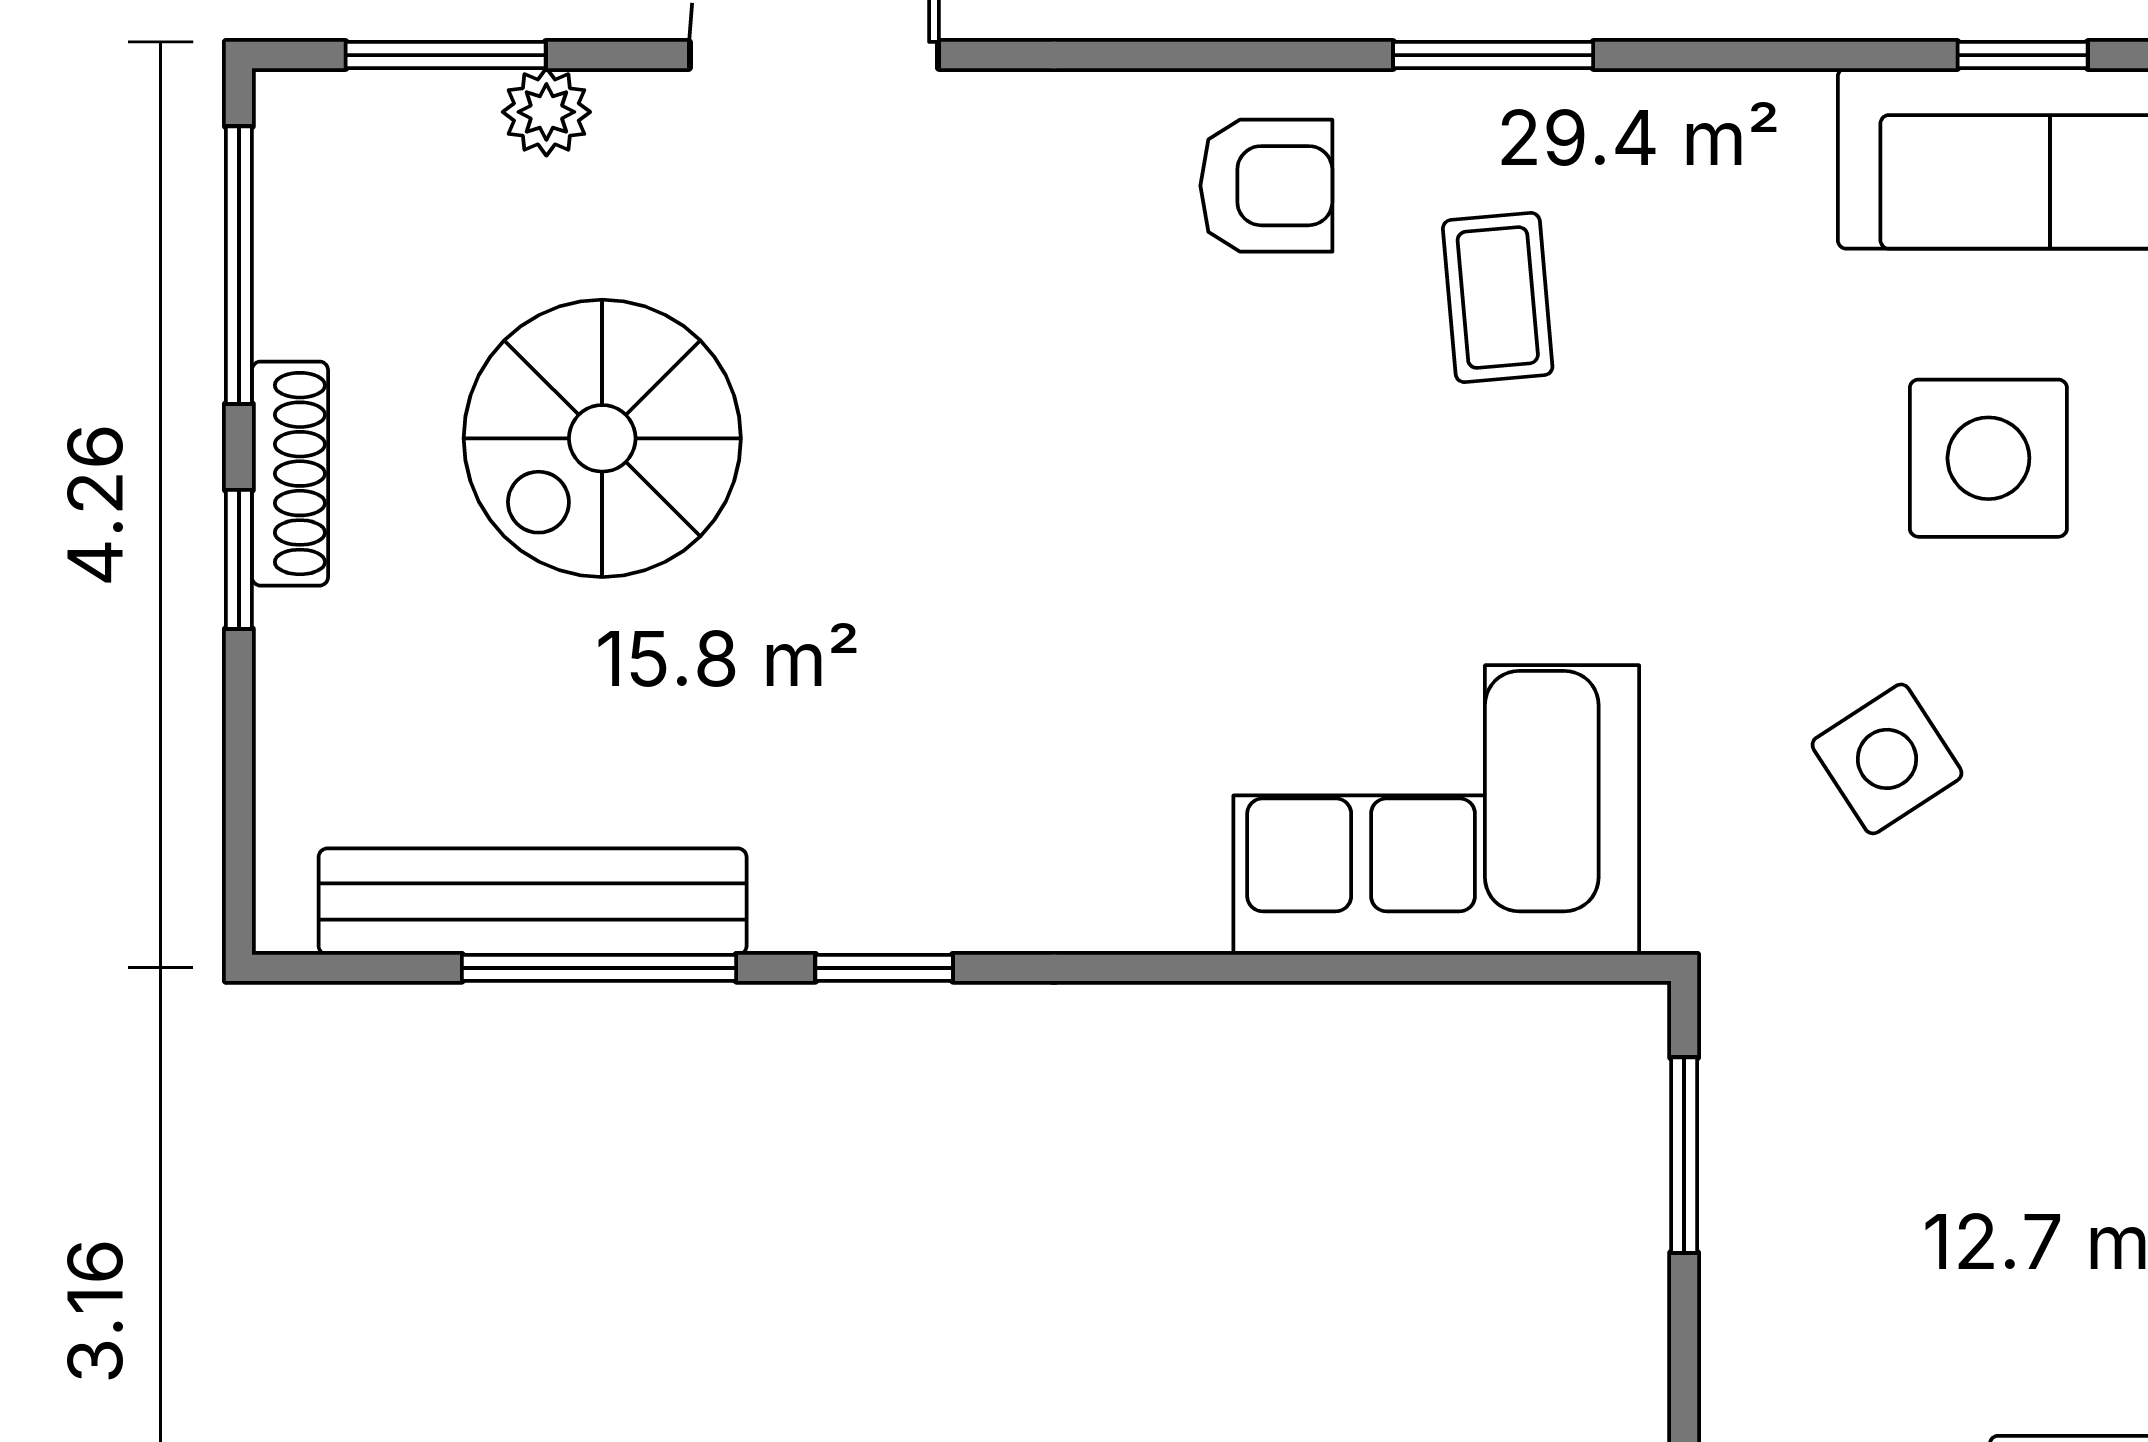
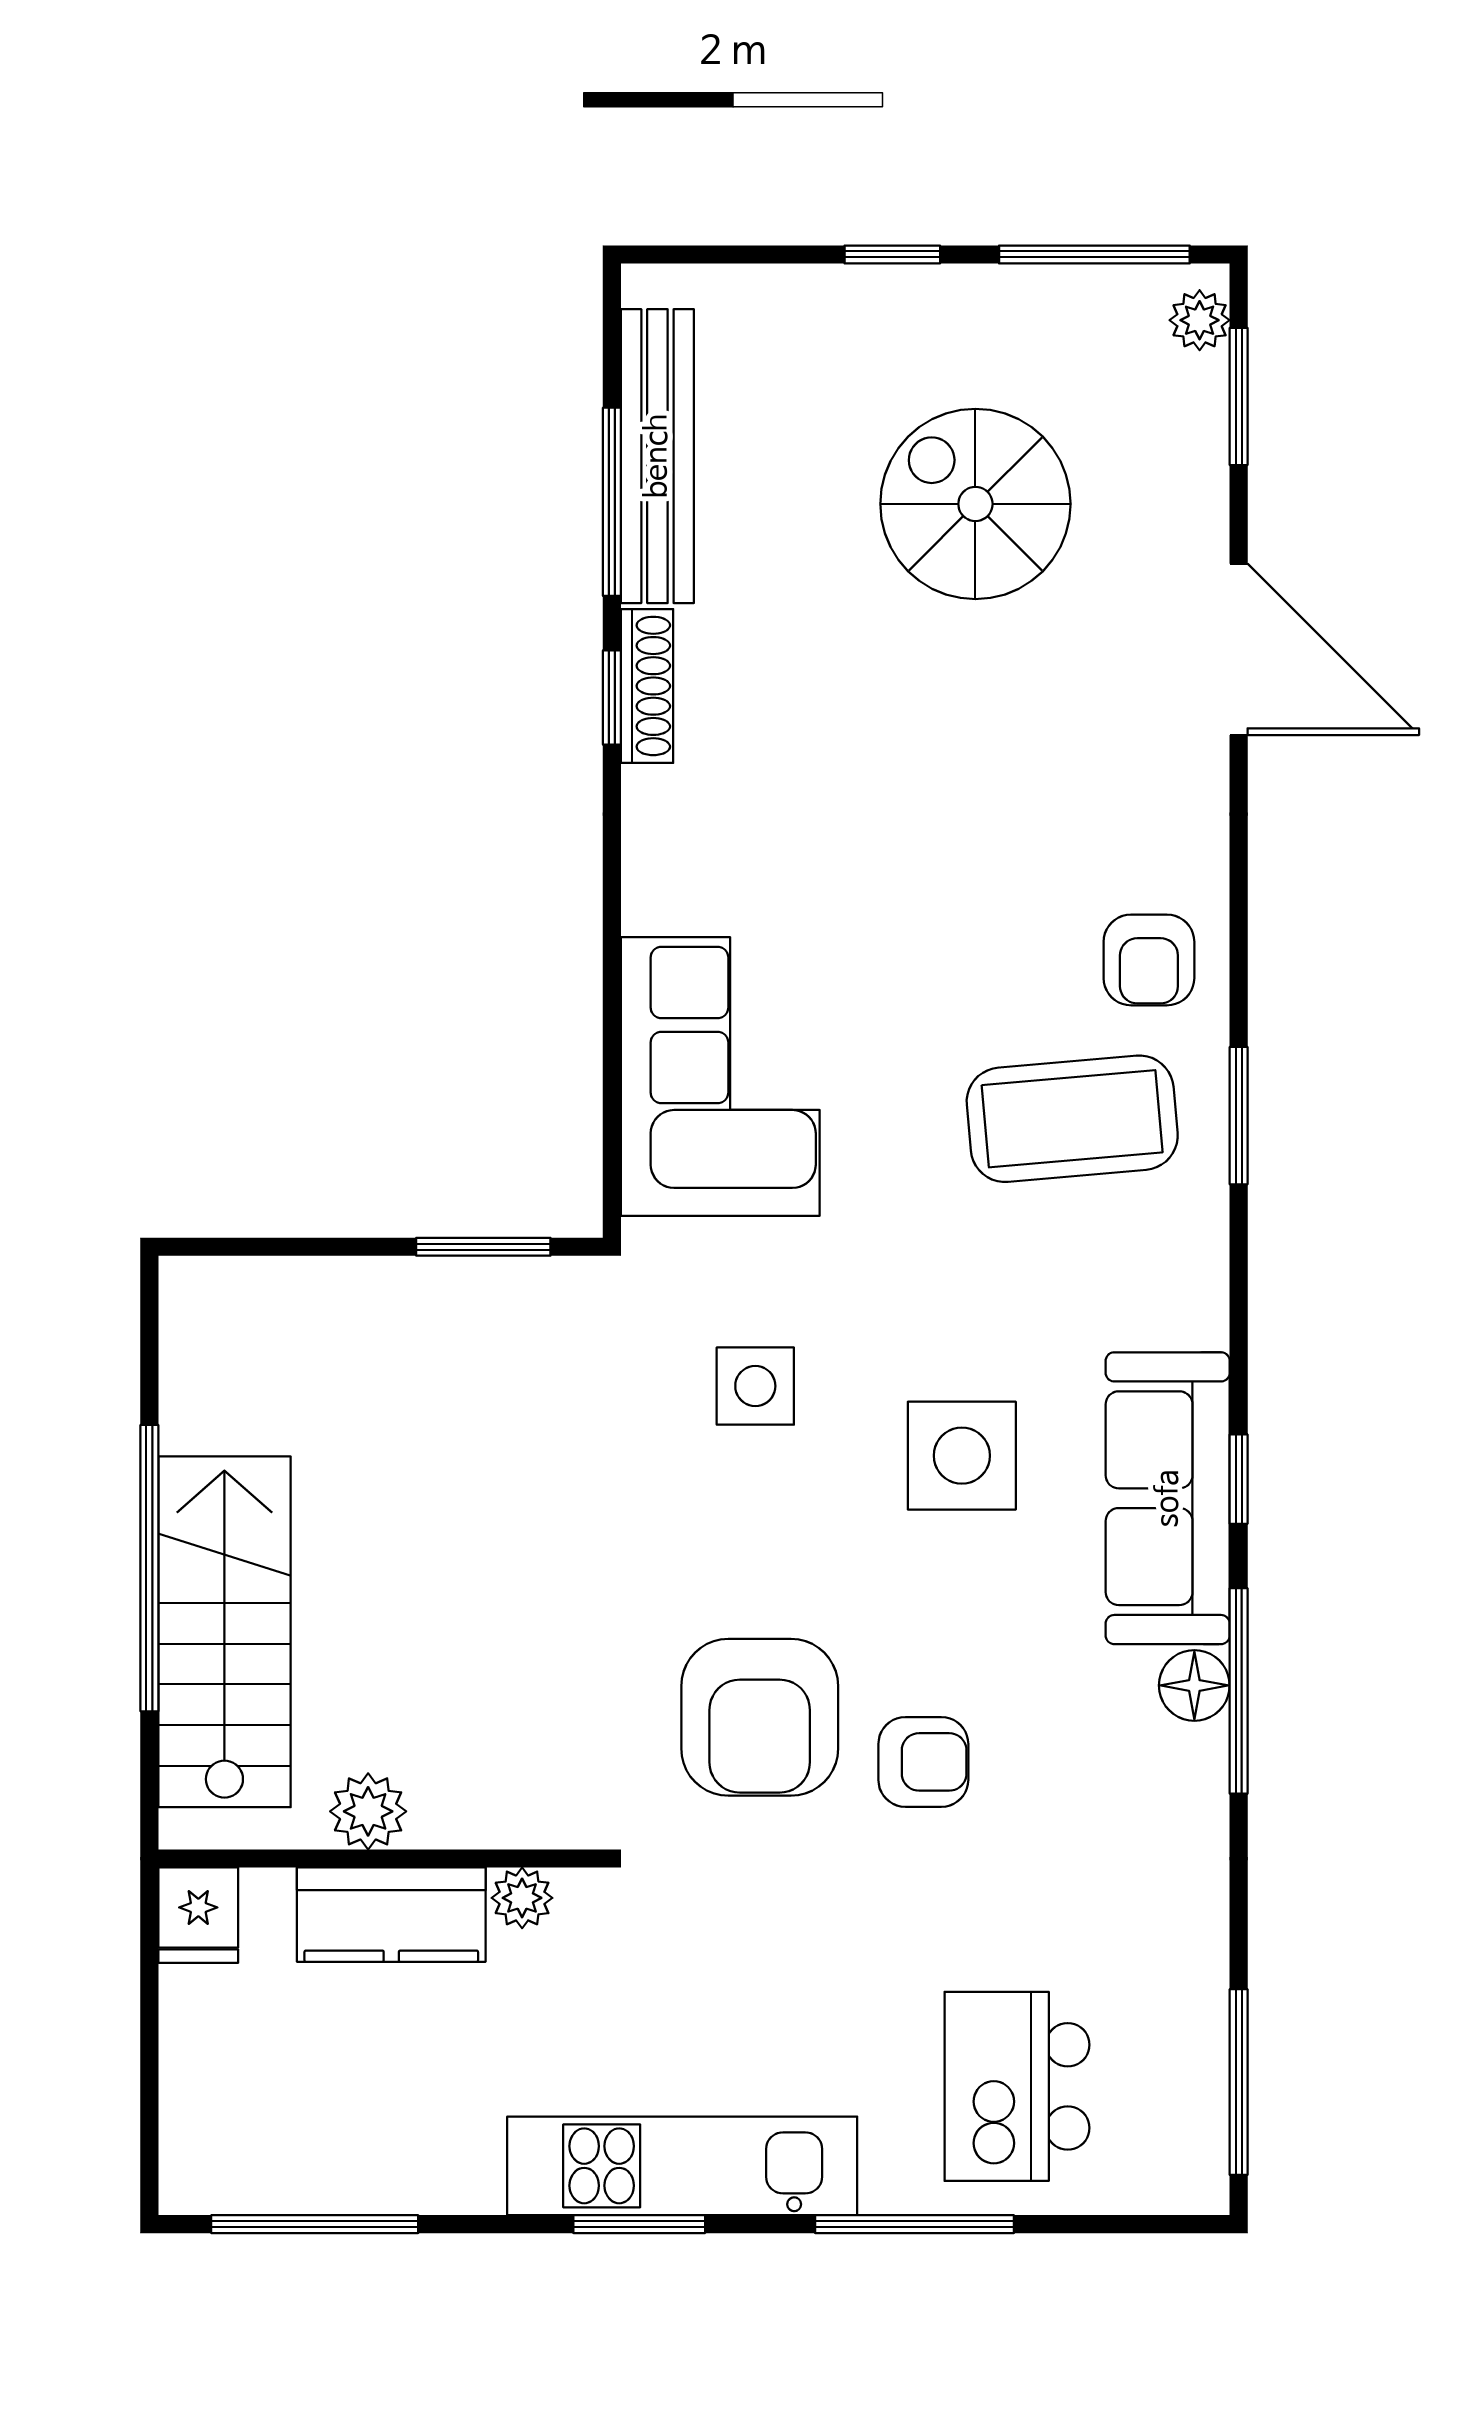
plant: (546, 112) -> (1200, 320), moved
coffee table: (1498, 298) -> (1072, 1119), width x1.86, depth x1.72
shoe rack: (290, 474) -> (647, 686), moved, turned -90
side table: (1887, 759) -> (755, 1386), turned 33

